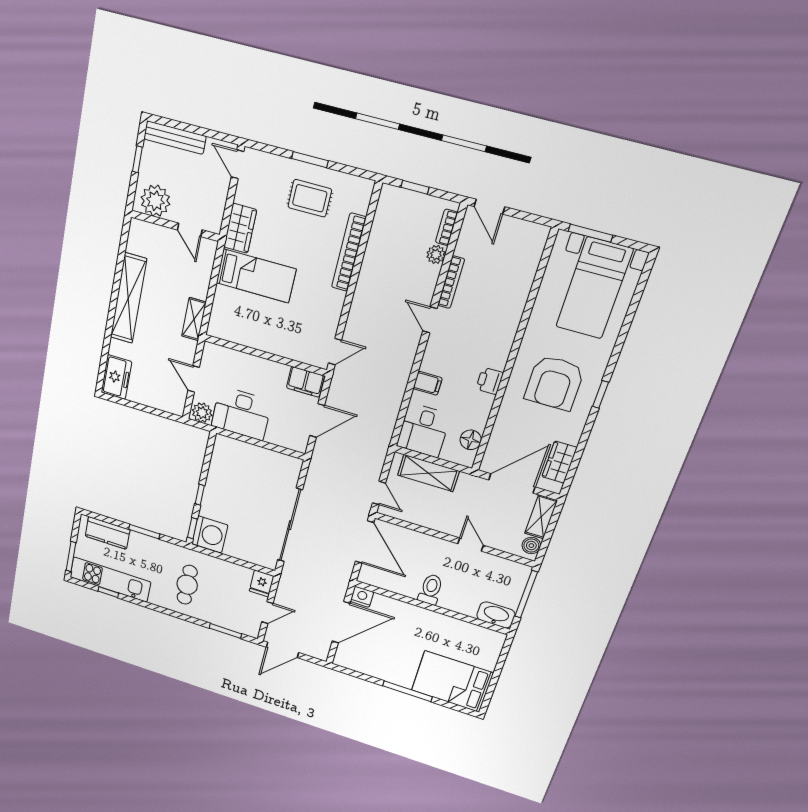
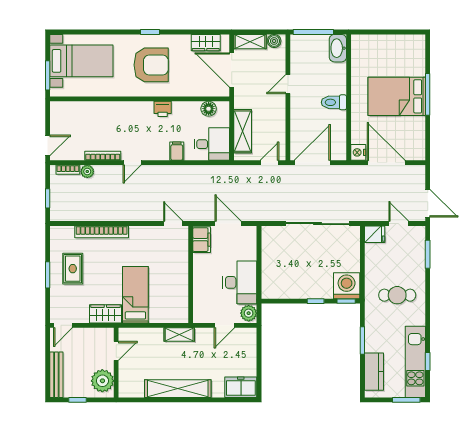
bed: (452, 682) -> (397, 96), moved, turned 90

